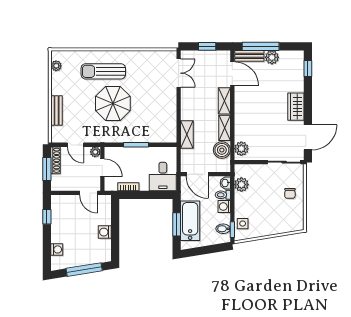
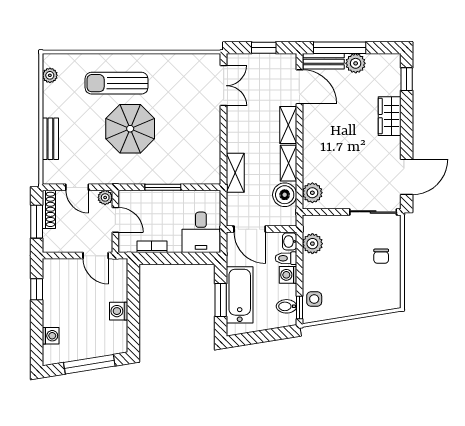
wardrobe: (296, 107) -> (390, 116), moved

